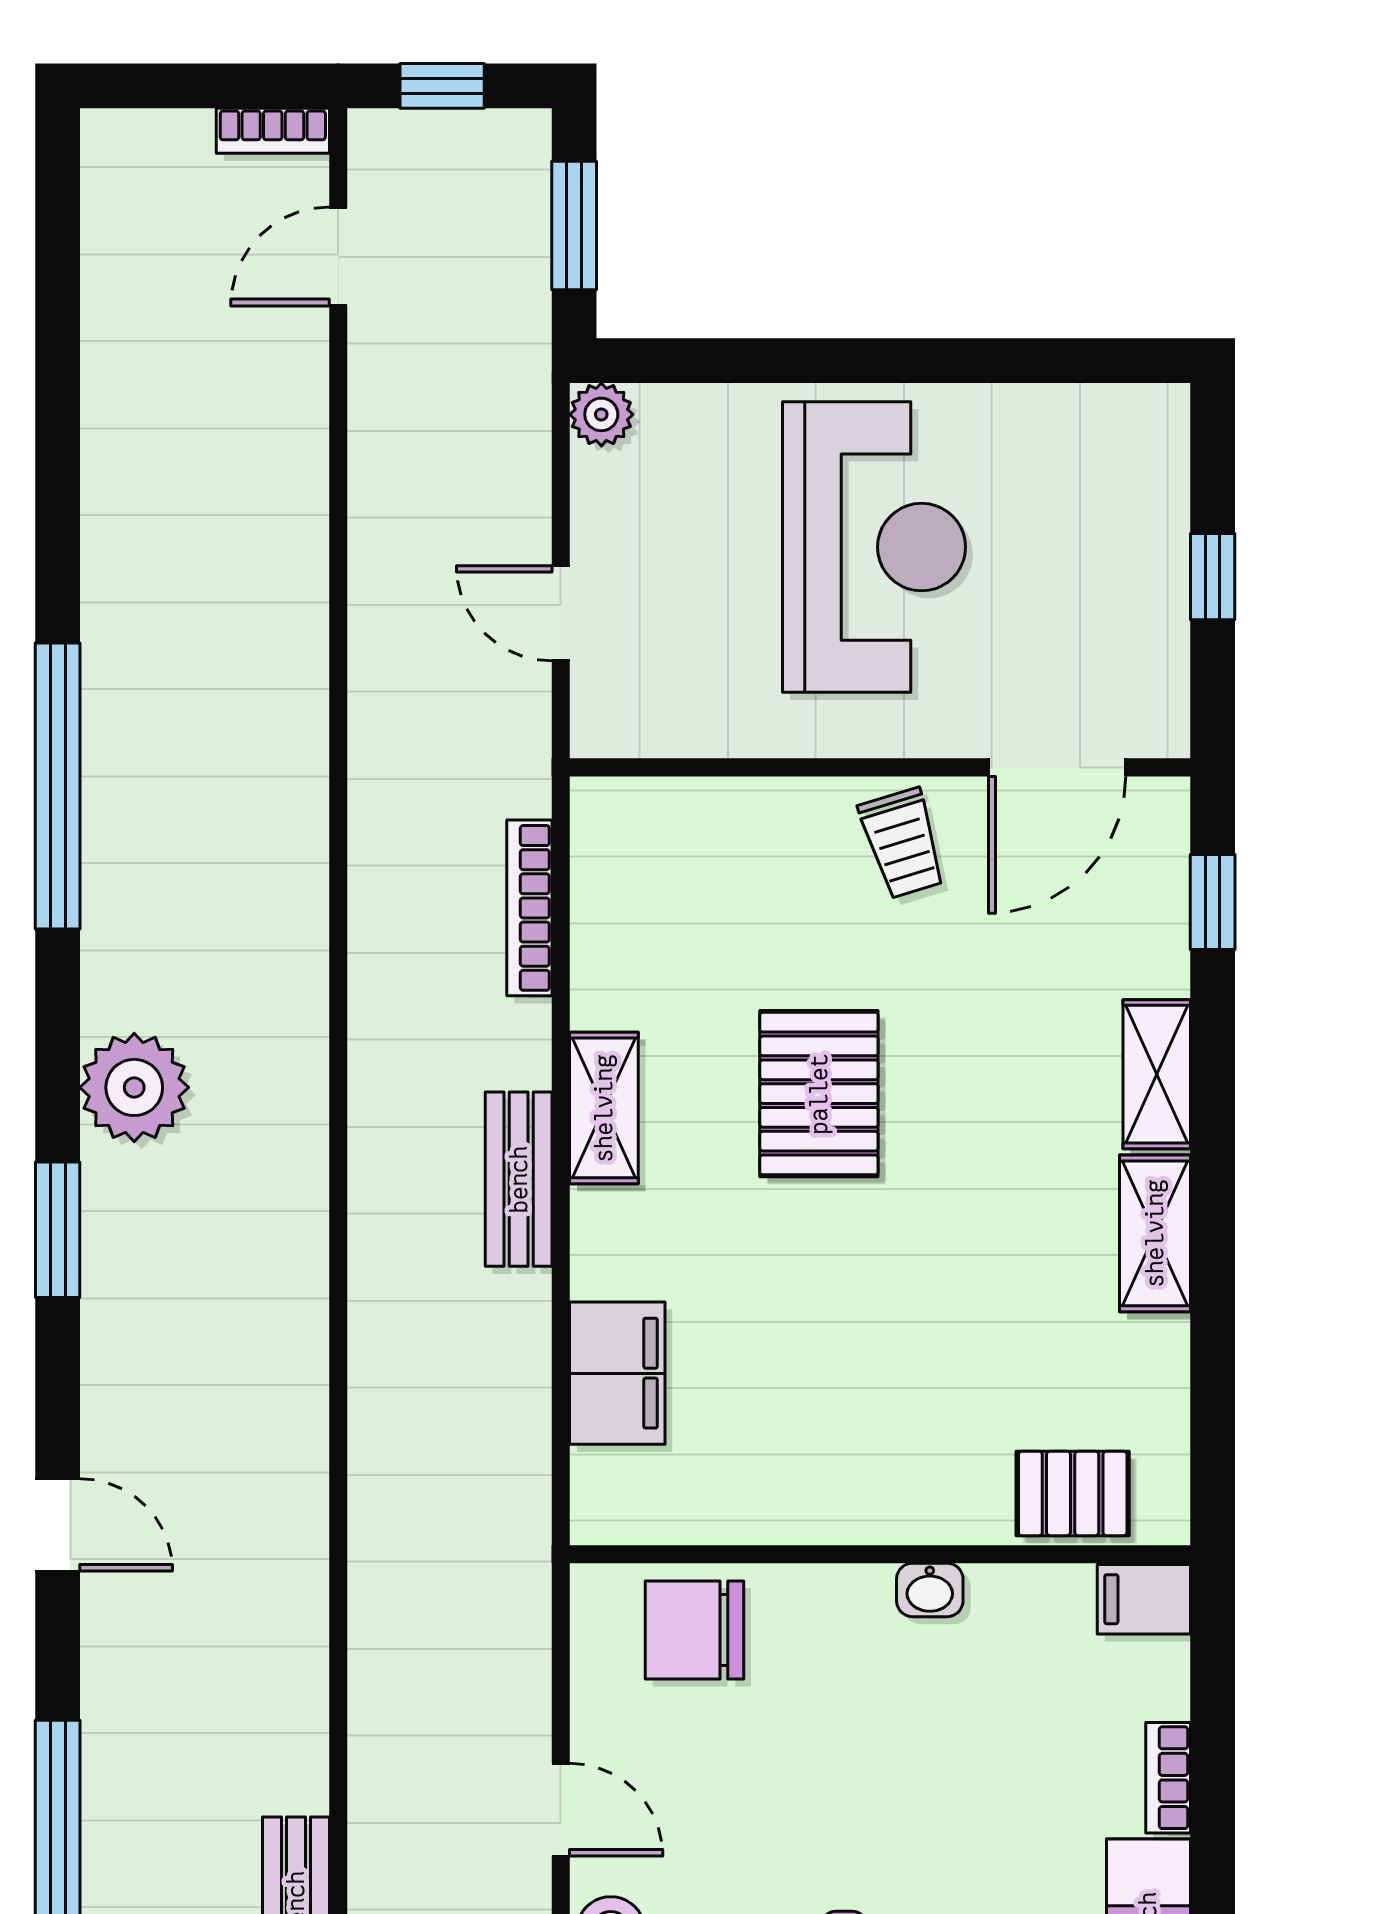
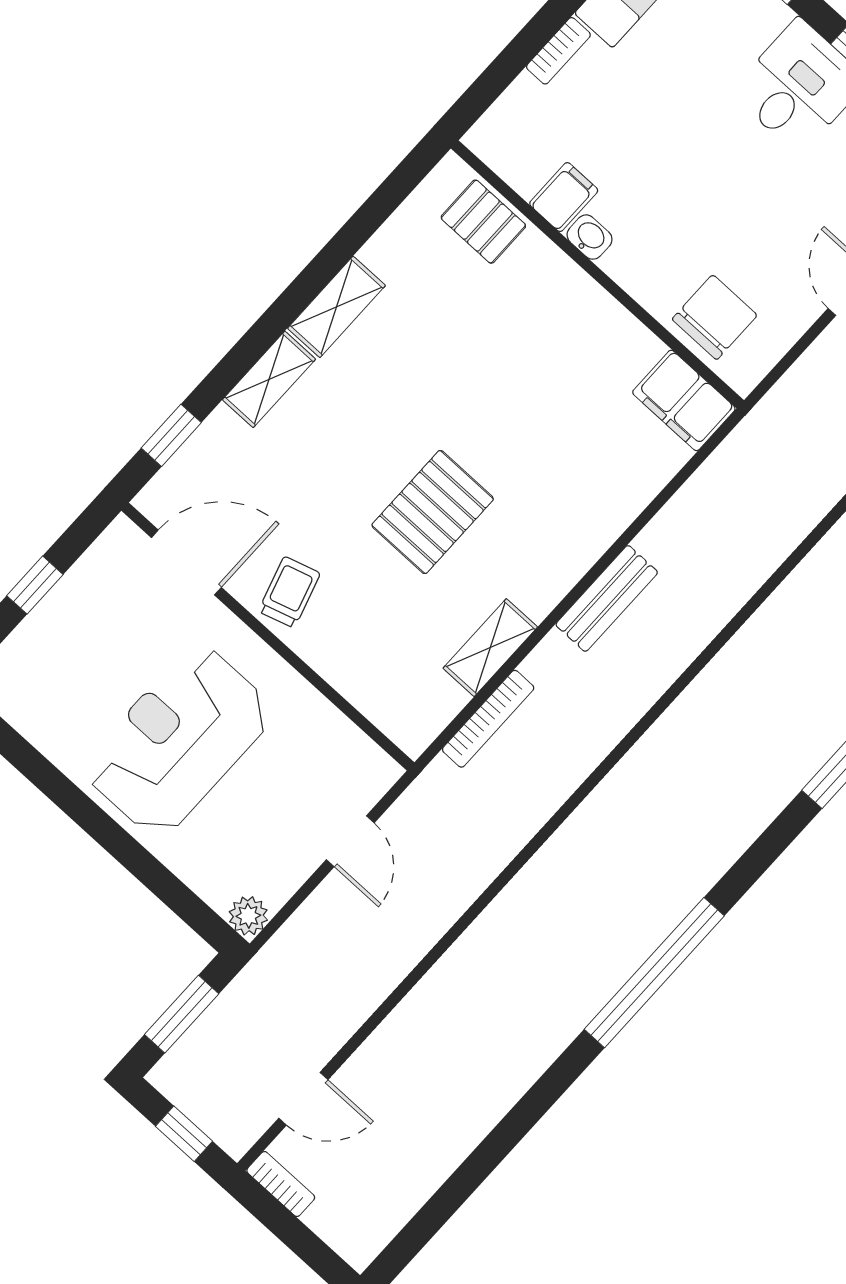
plant: (134, 1087) -> (745, 802), removed
shelving: (604, 1108) -> (490, 648), moved
filing cabinet: (617, 1373) -> (684, 400), moved, turned -90
filing cabinet: (1144, 1599) -> (564, 197), moved, turned -90
chair: (694, 1630) -> (715, 317), turned -90

